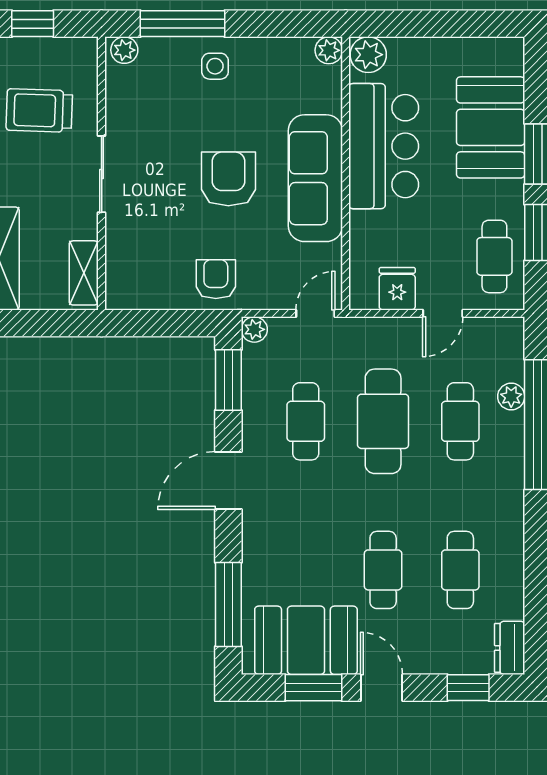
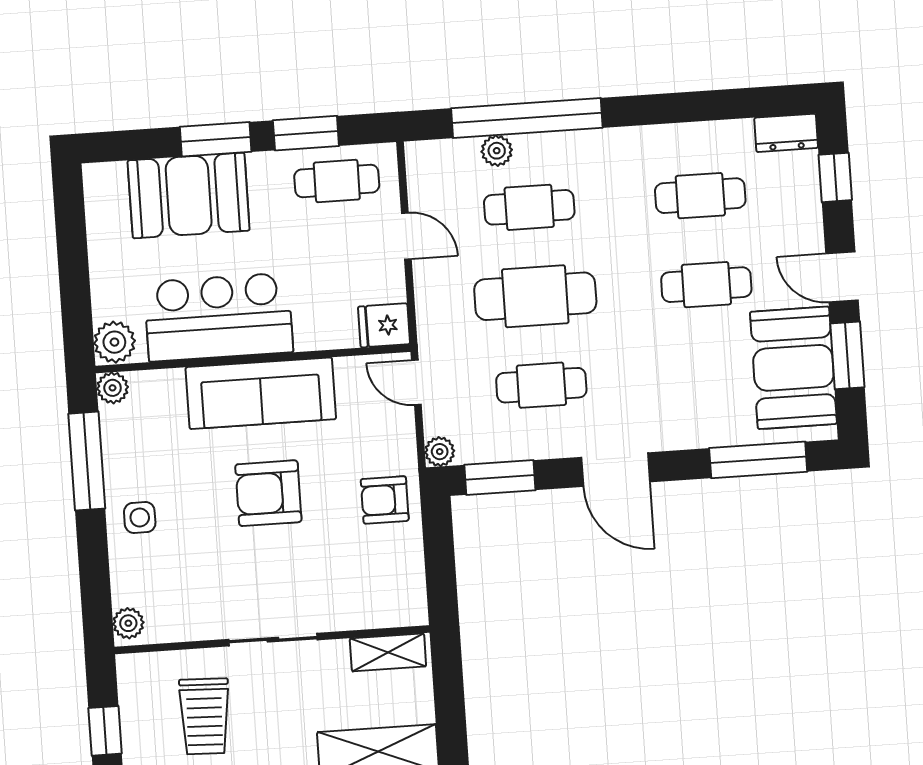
window: (183, 24) -> (87, 461), moved
fridge: (397, 289) -> (384, 325), moved
door: (382, 688) -> (842, 277), hinge flipped

